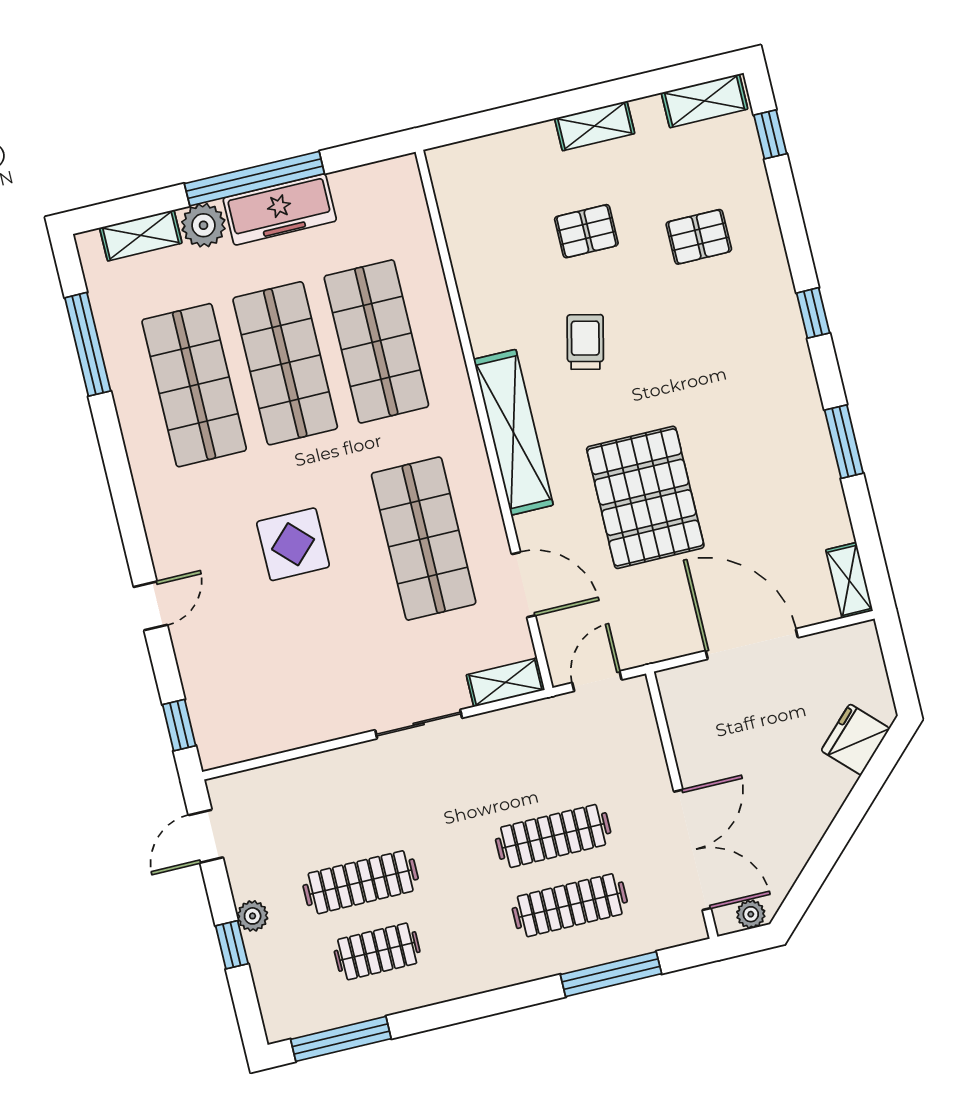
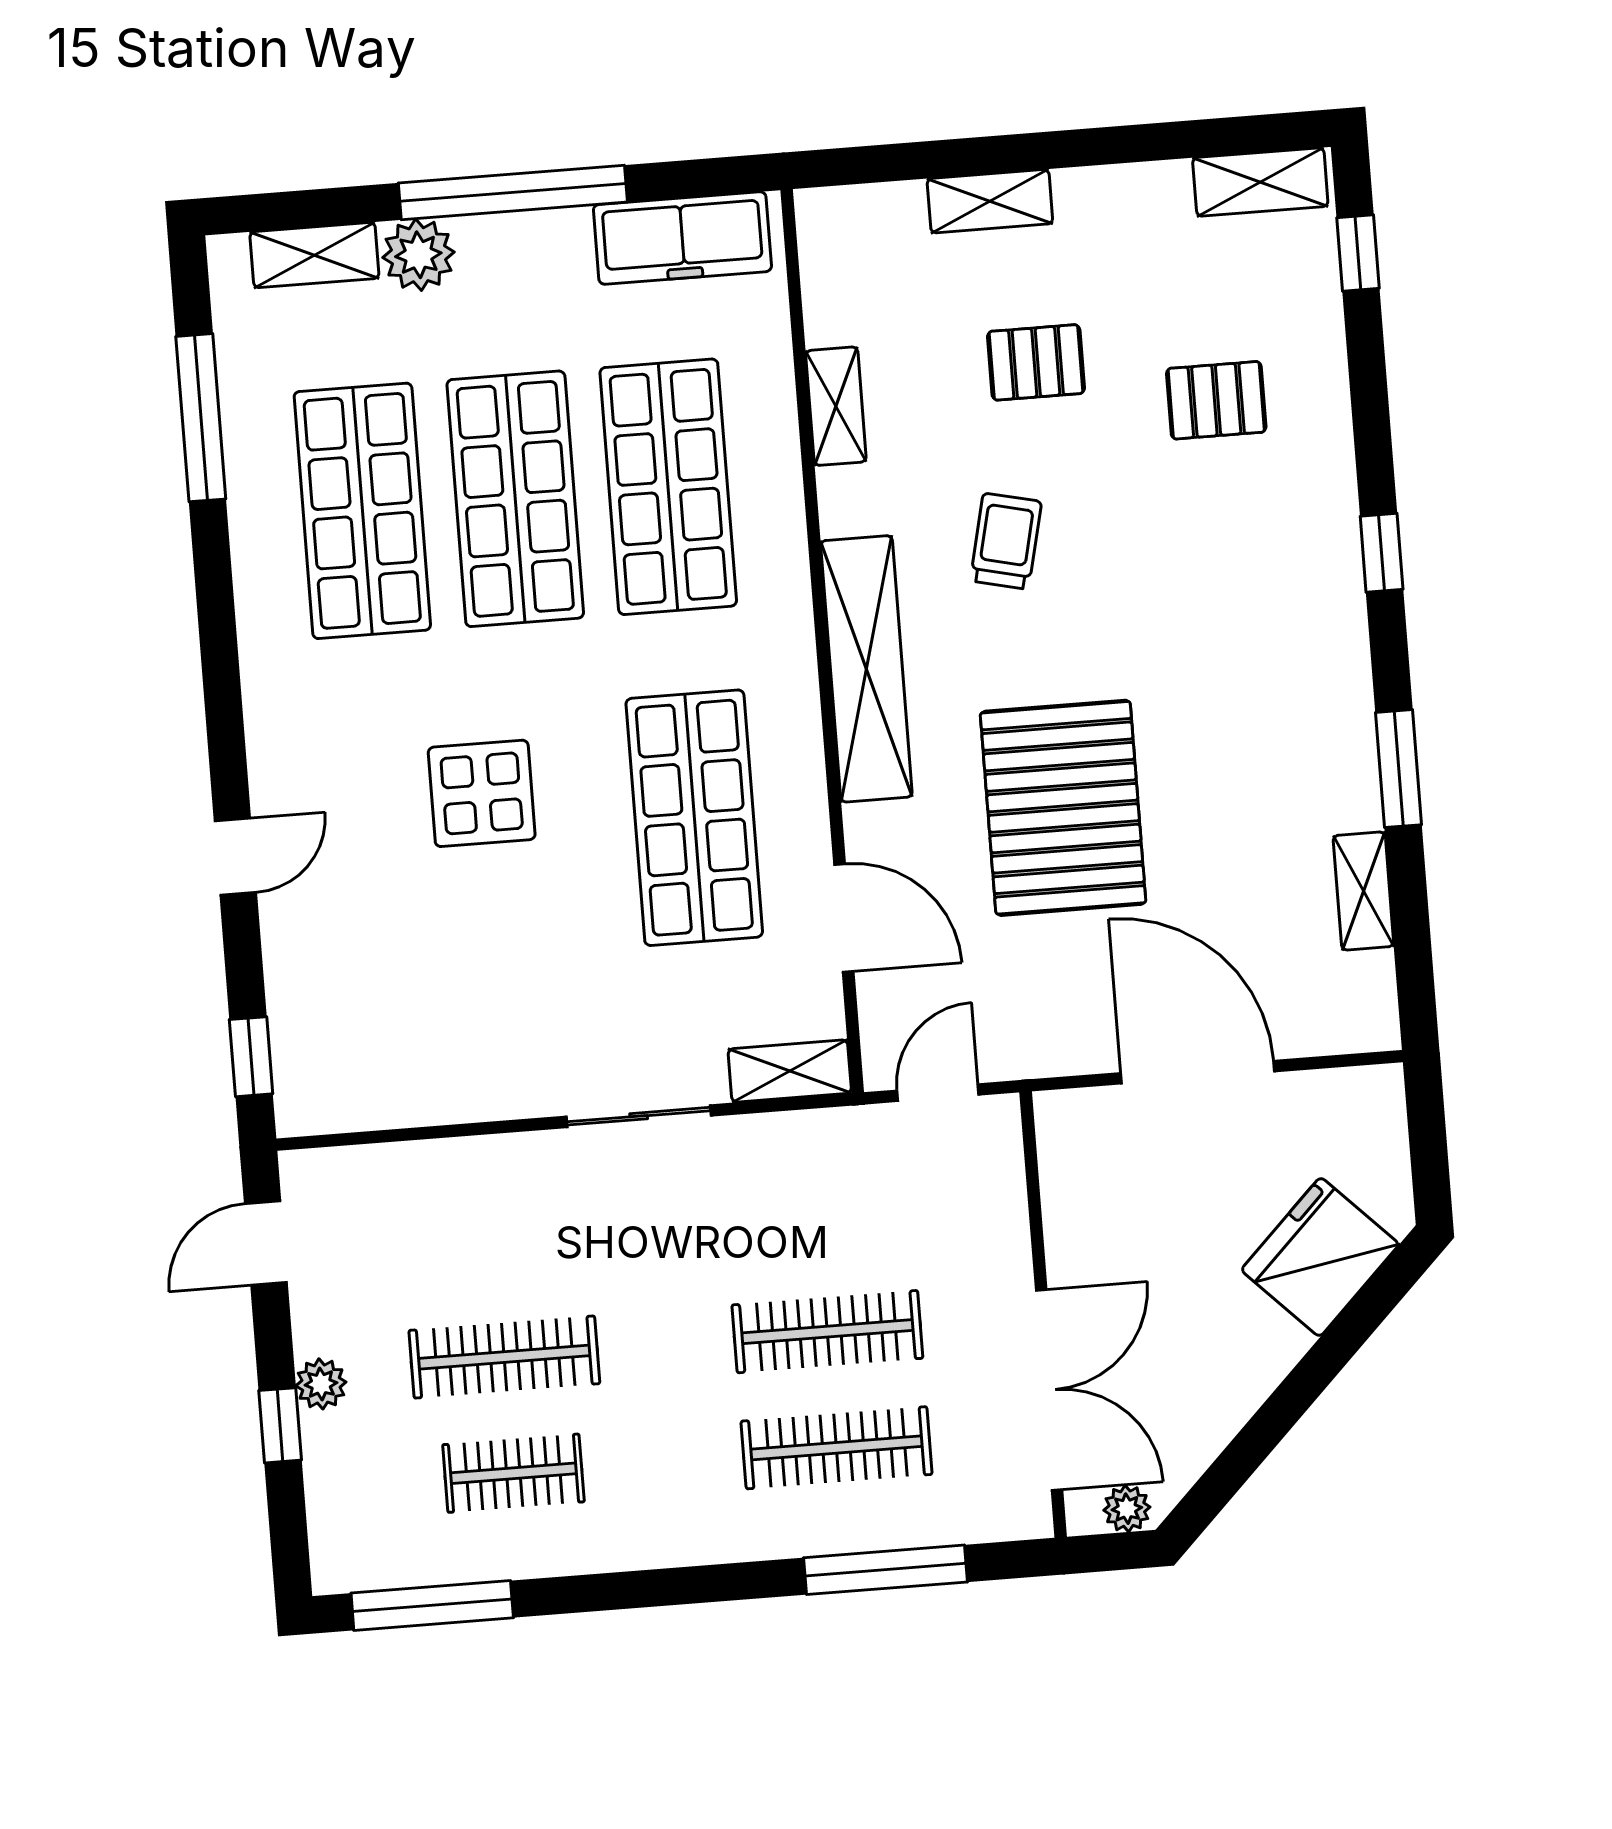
shelving: (595, 126) -> (990, 201), moved
freezer: (280, 209) -> (682, 238), moved
shelving: (470, 277) -> (836, 406), added
shelving: (849, 580) -> (1363, 891), moved
fridge: (855, 740) -> (1320, 1257), width x1.36, depth x1.34

